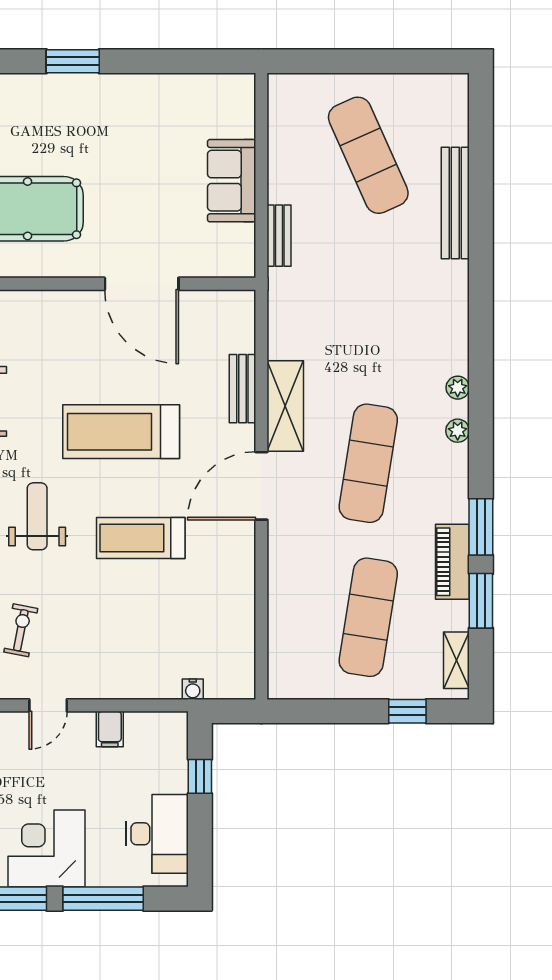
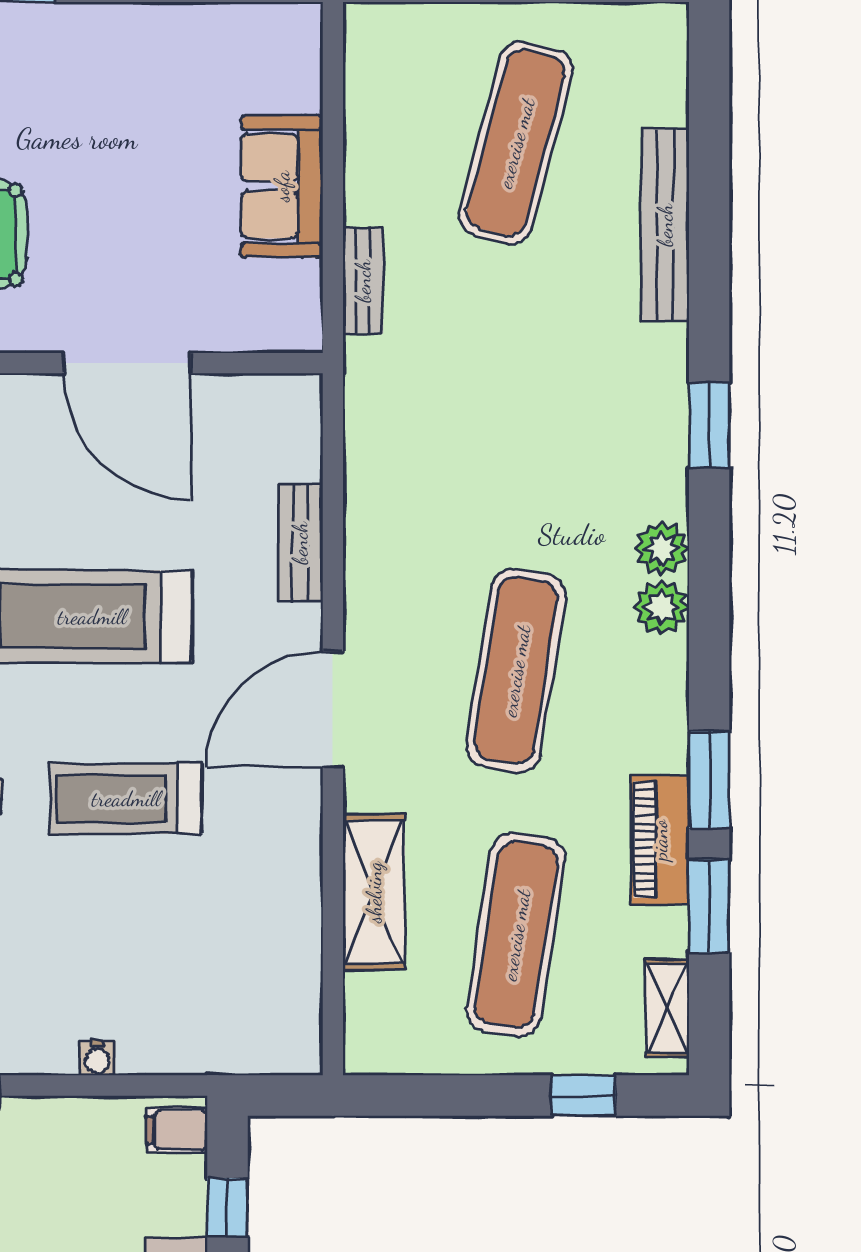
exercise mat: (368, 155) -> (516, 143), turned 39
window: (481, 320) -> (709, 425), added
plant: (458, 388) -> (662, 549), width x1.38, depth x1.38
shelving: (285, 406) -> (374, 892), moved
plant: (458, 431) -> (661, 607), width x1.38, depth x1.38
water cooler: (193, 689) -> (97, 1058), moved
filing cabinet: (110, 729) -> (177, 1130), moved, turned 90

